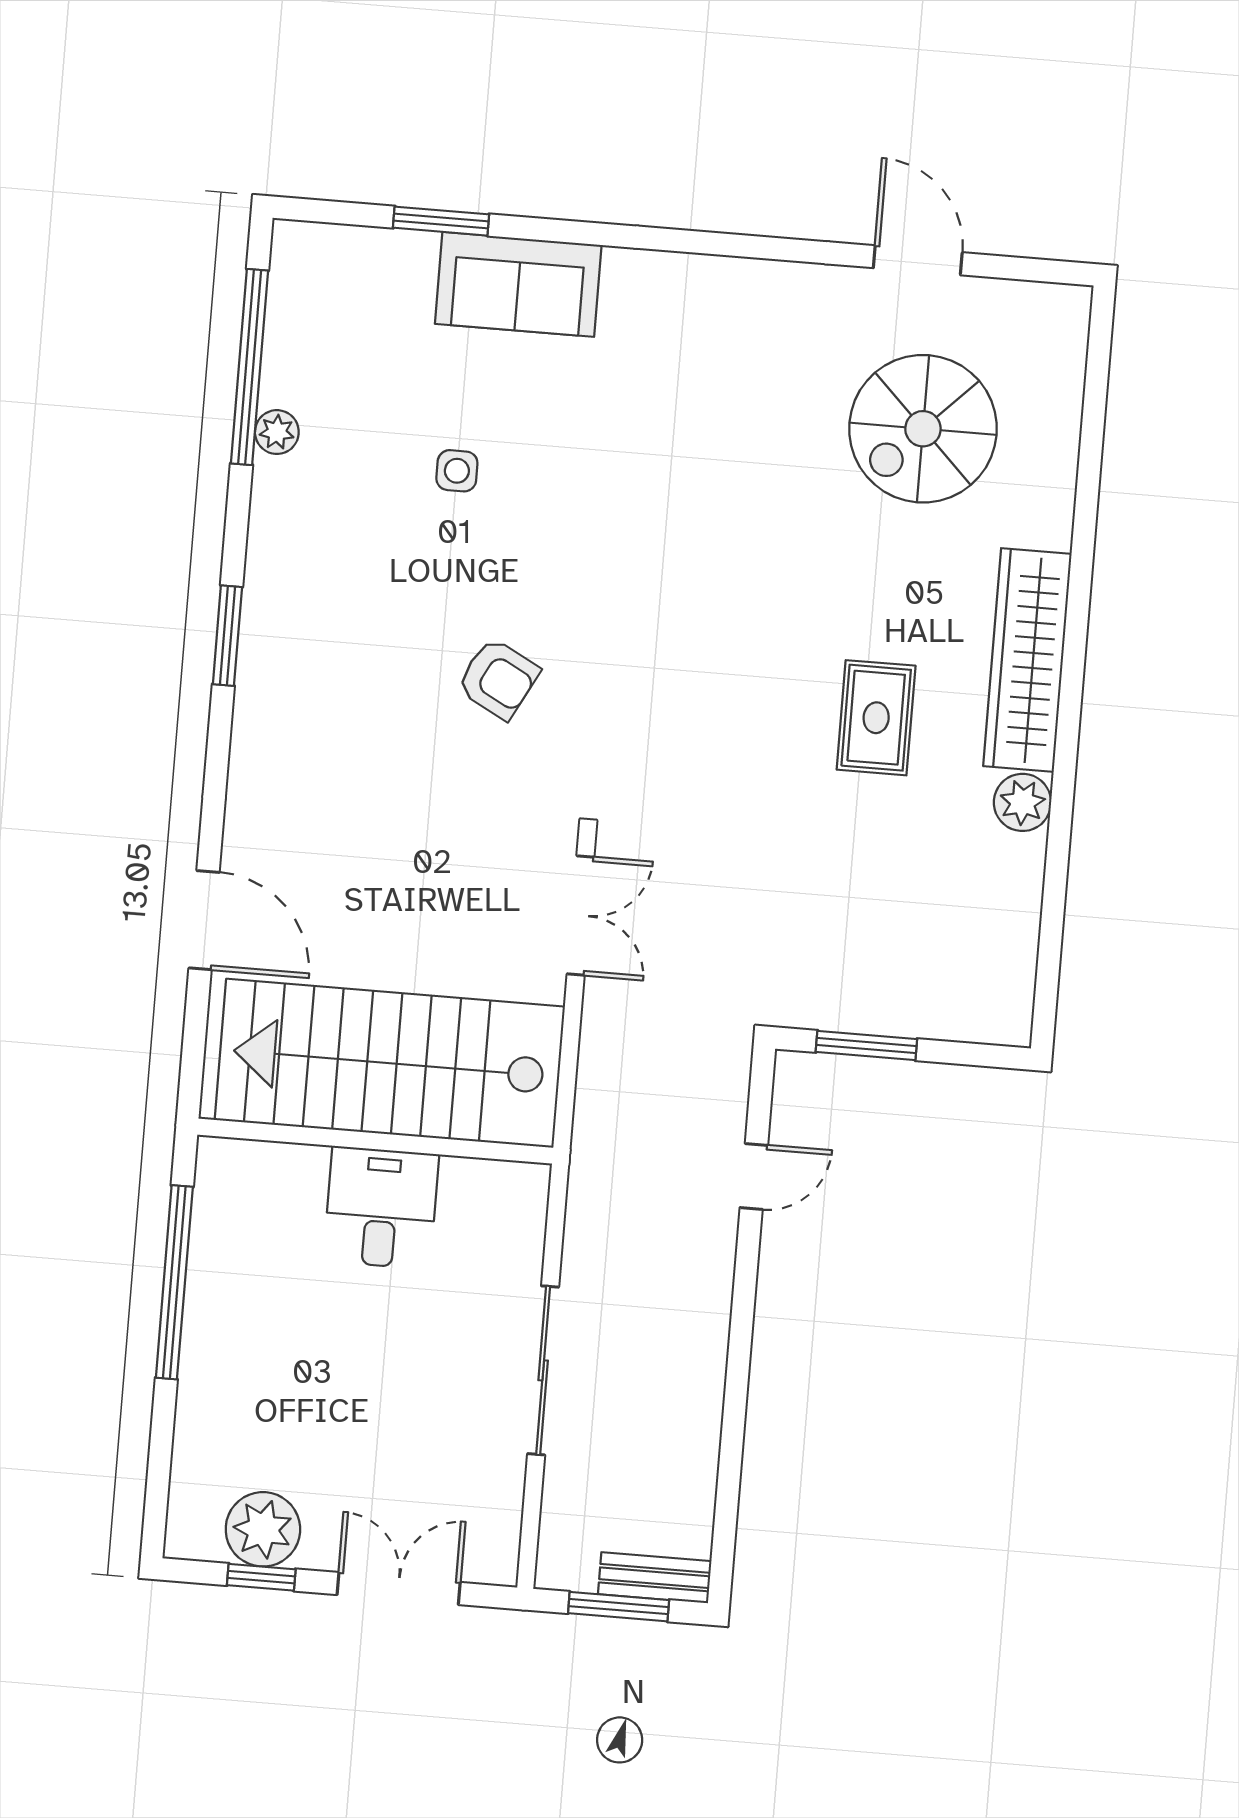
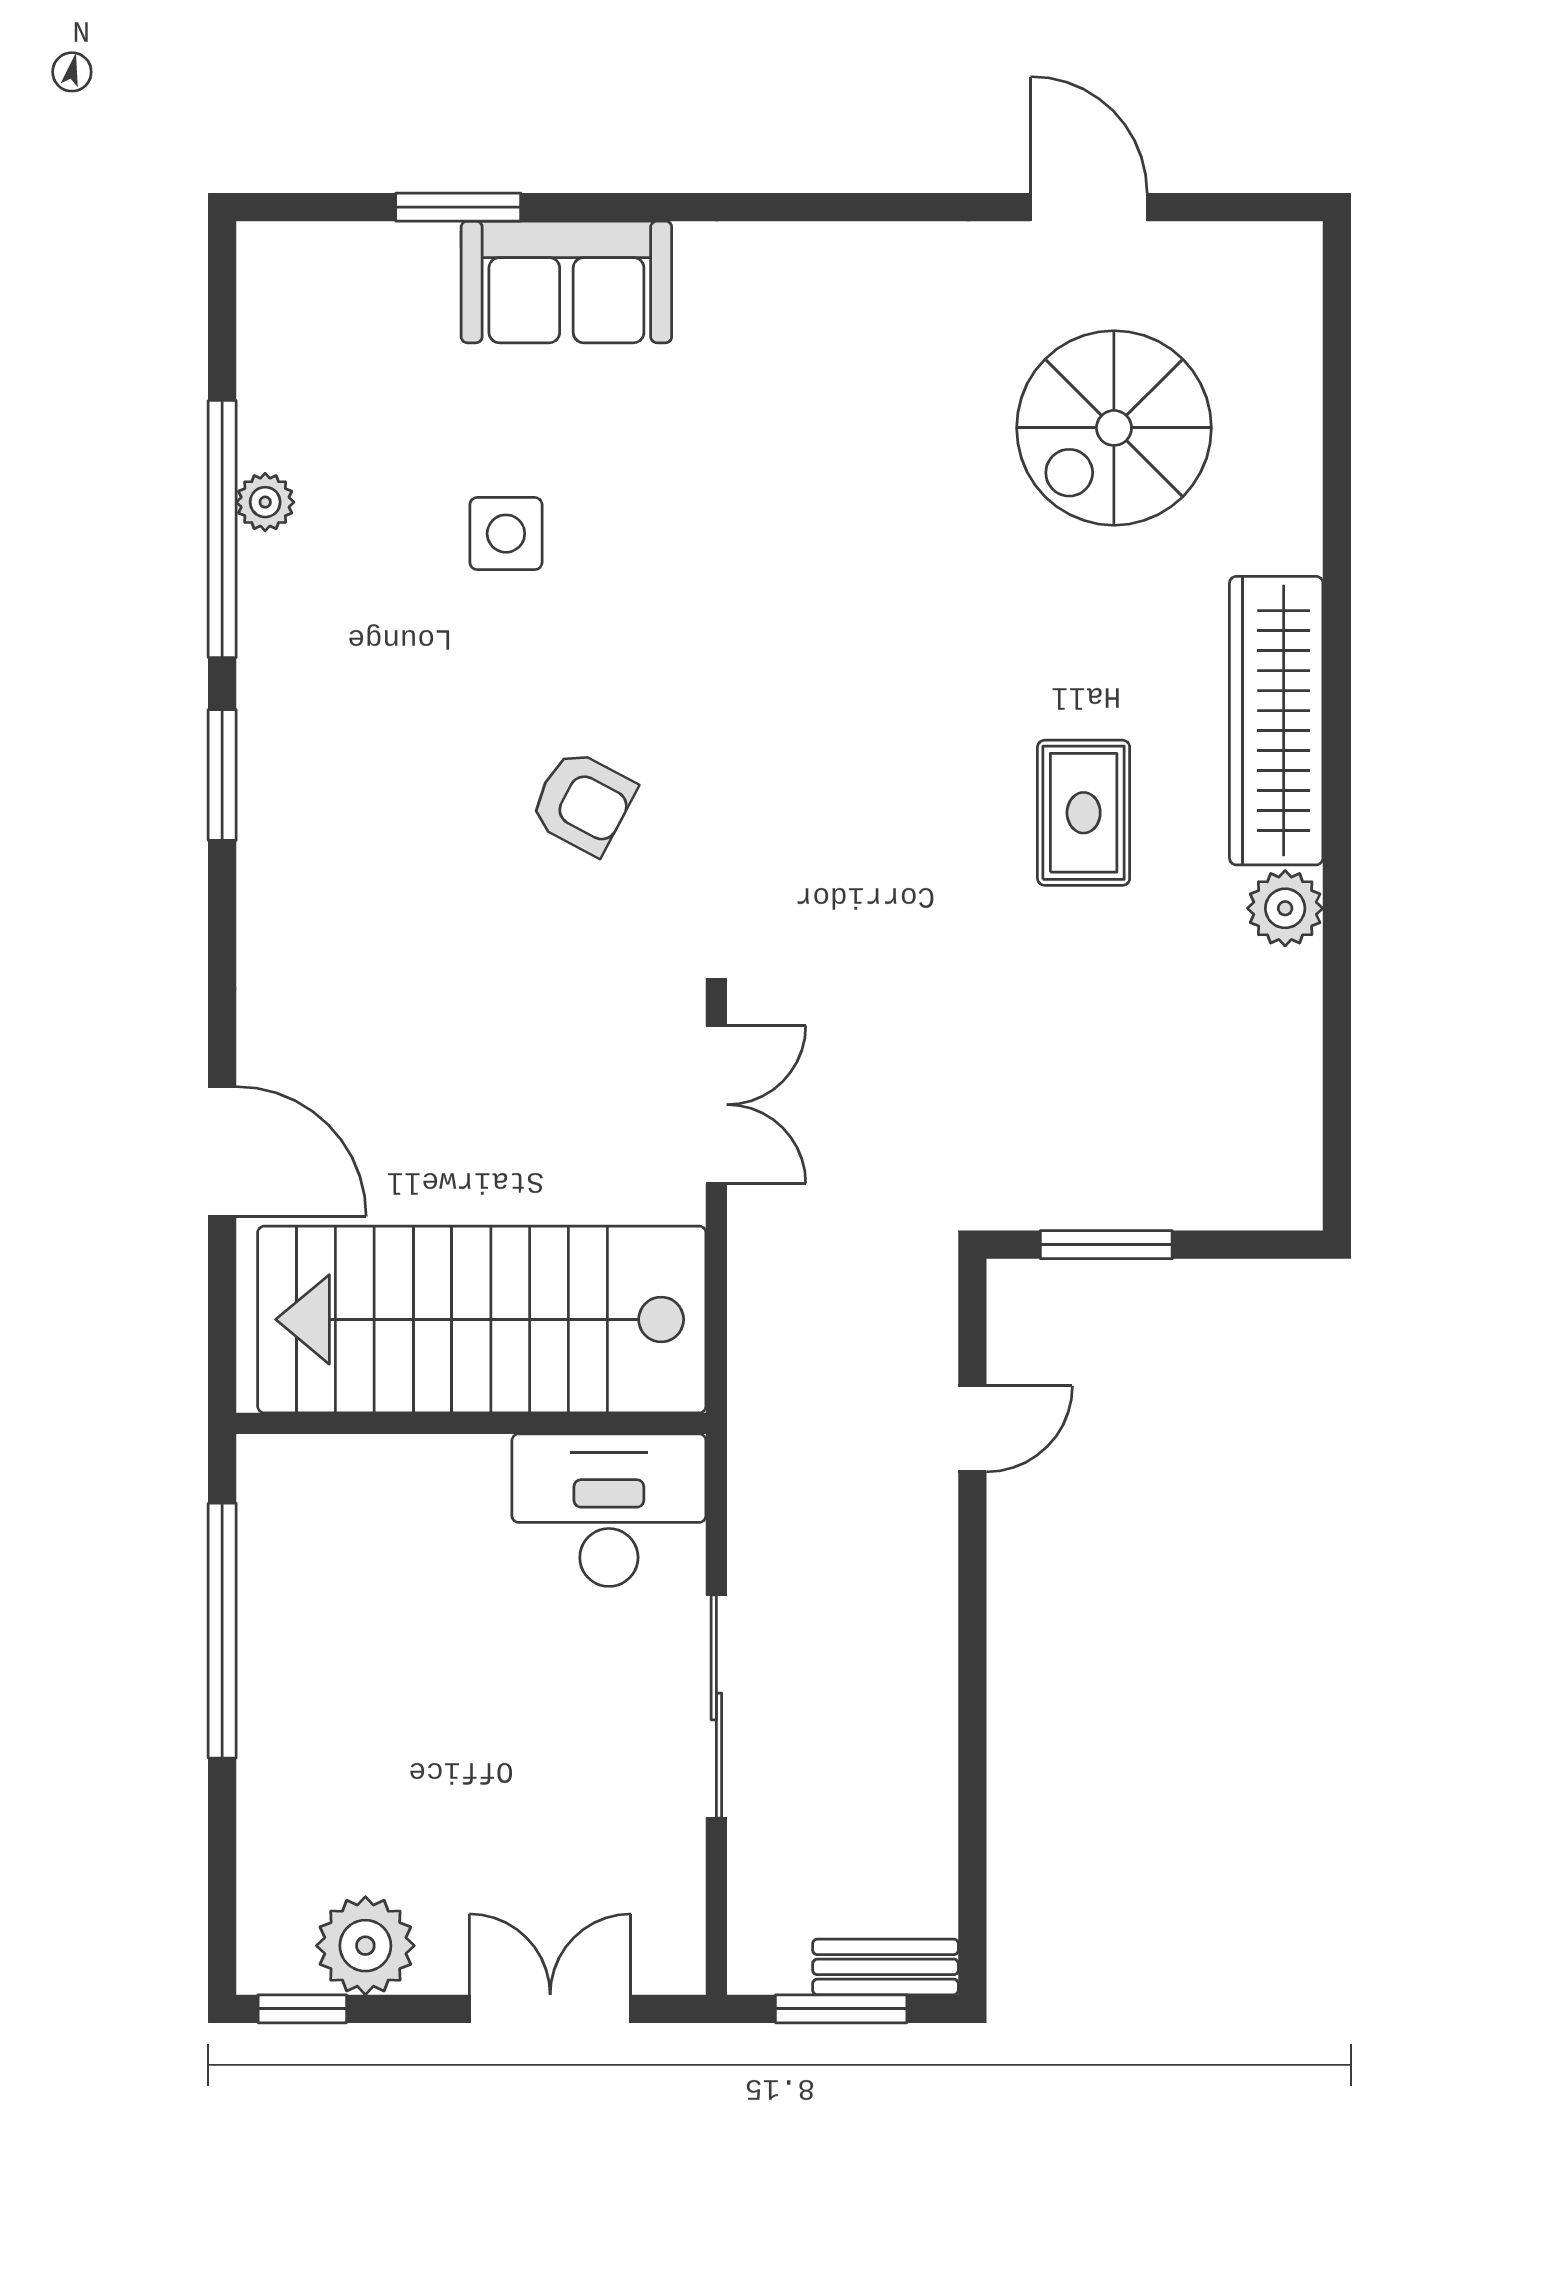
window: (250, 367) -> (222, 529), moved
side table: (457, 471) -> (506, 534), width x1.37, depth x1.37
desk: (381, 1208) -> (609, 1510), moved, width x1.37
window: (261, 1577) -> (302, 2009), moved

